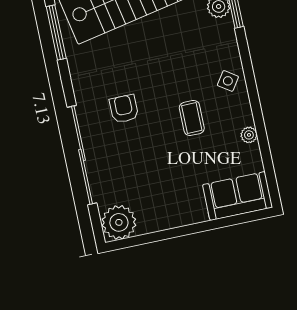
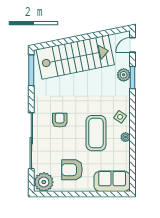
coffee table: (192, 118) -> (96, 133), width x1.86, depth x1.72
plant: (249, 135) -> (125, 137), moved
armchair: (163, 191) -> (72, 170), added

